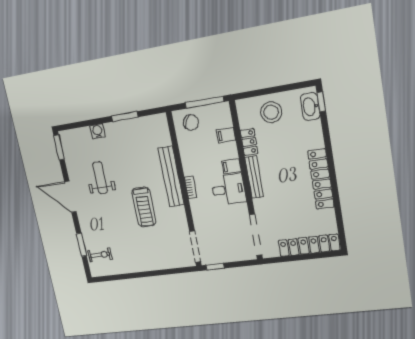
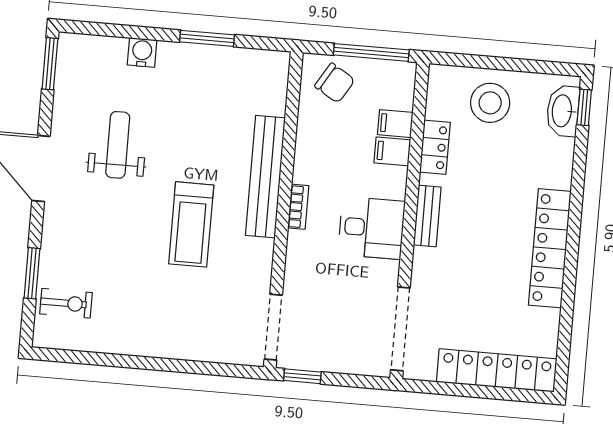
filing cabinet: (231, 166) -> (392, 151), moved
bench: (254, 177) -> (427, 216), width x0.73

